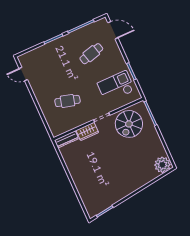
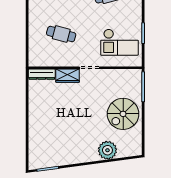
checkout: (116, 87) -> (119, 42), turned 180
spiral stairs: (129, 124) -> (123, 114), moved
plant: (162, 165) -> (107, 150), moved

